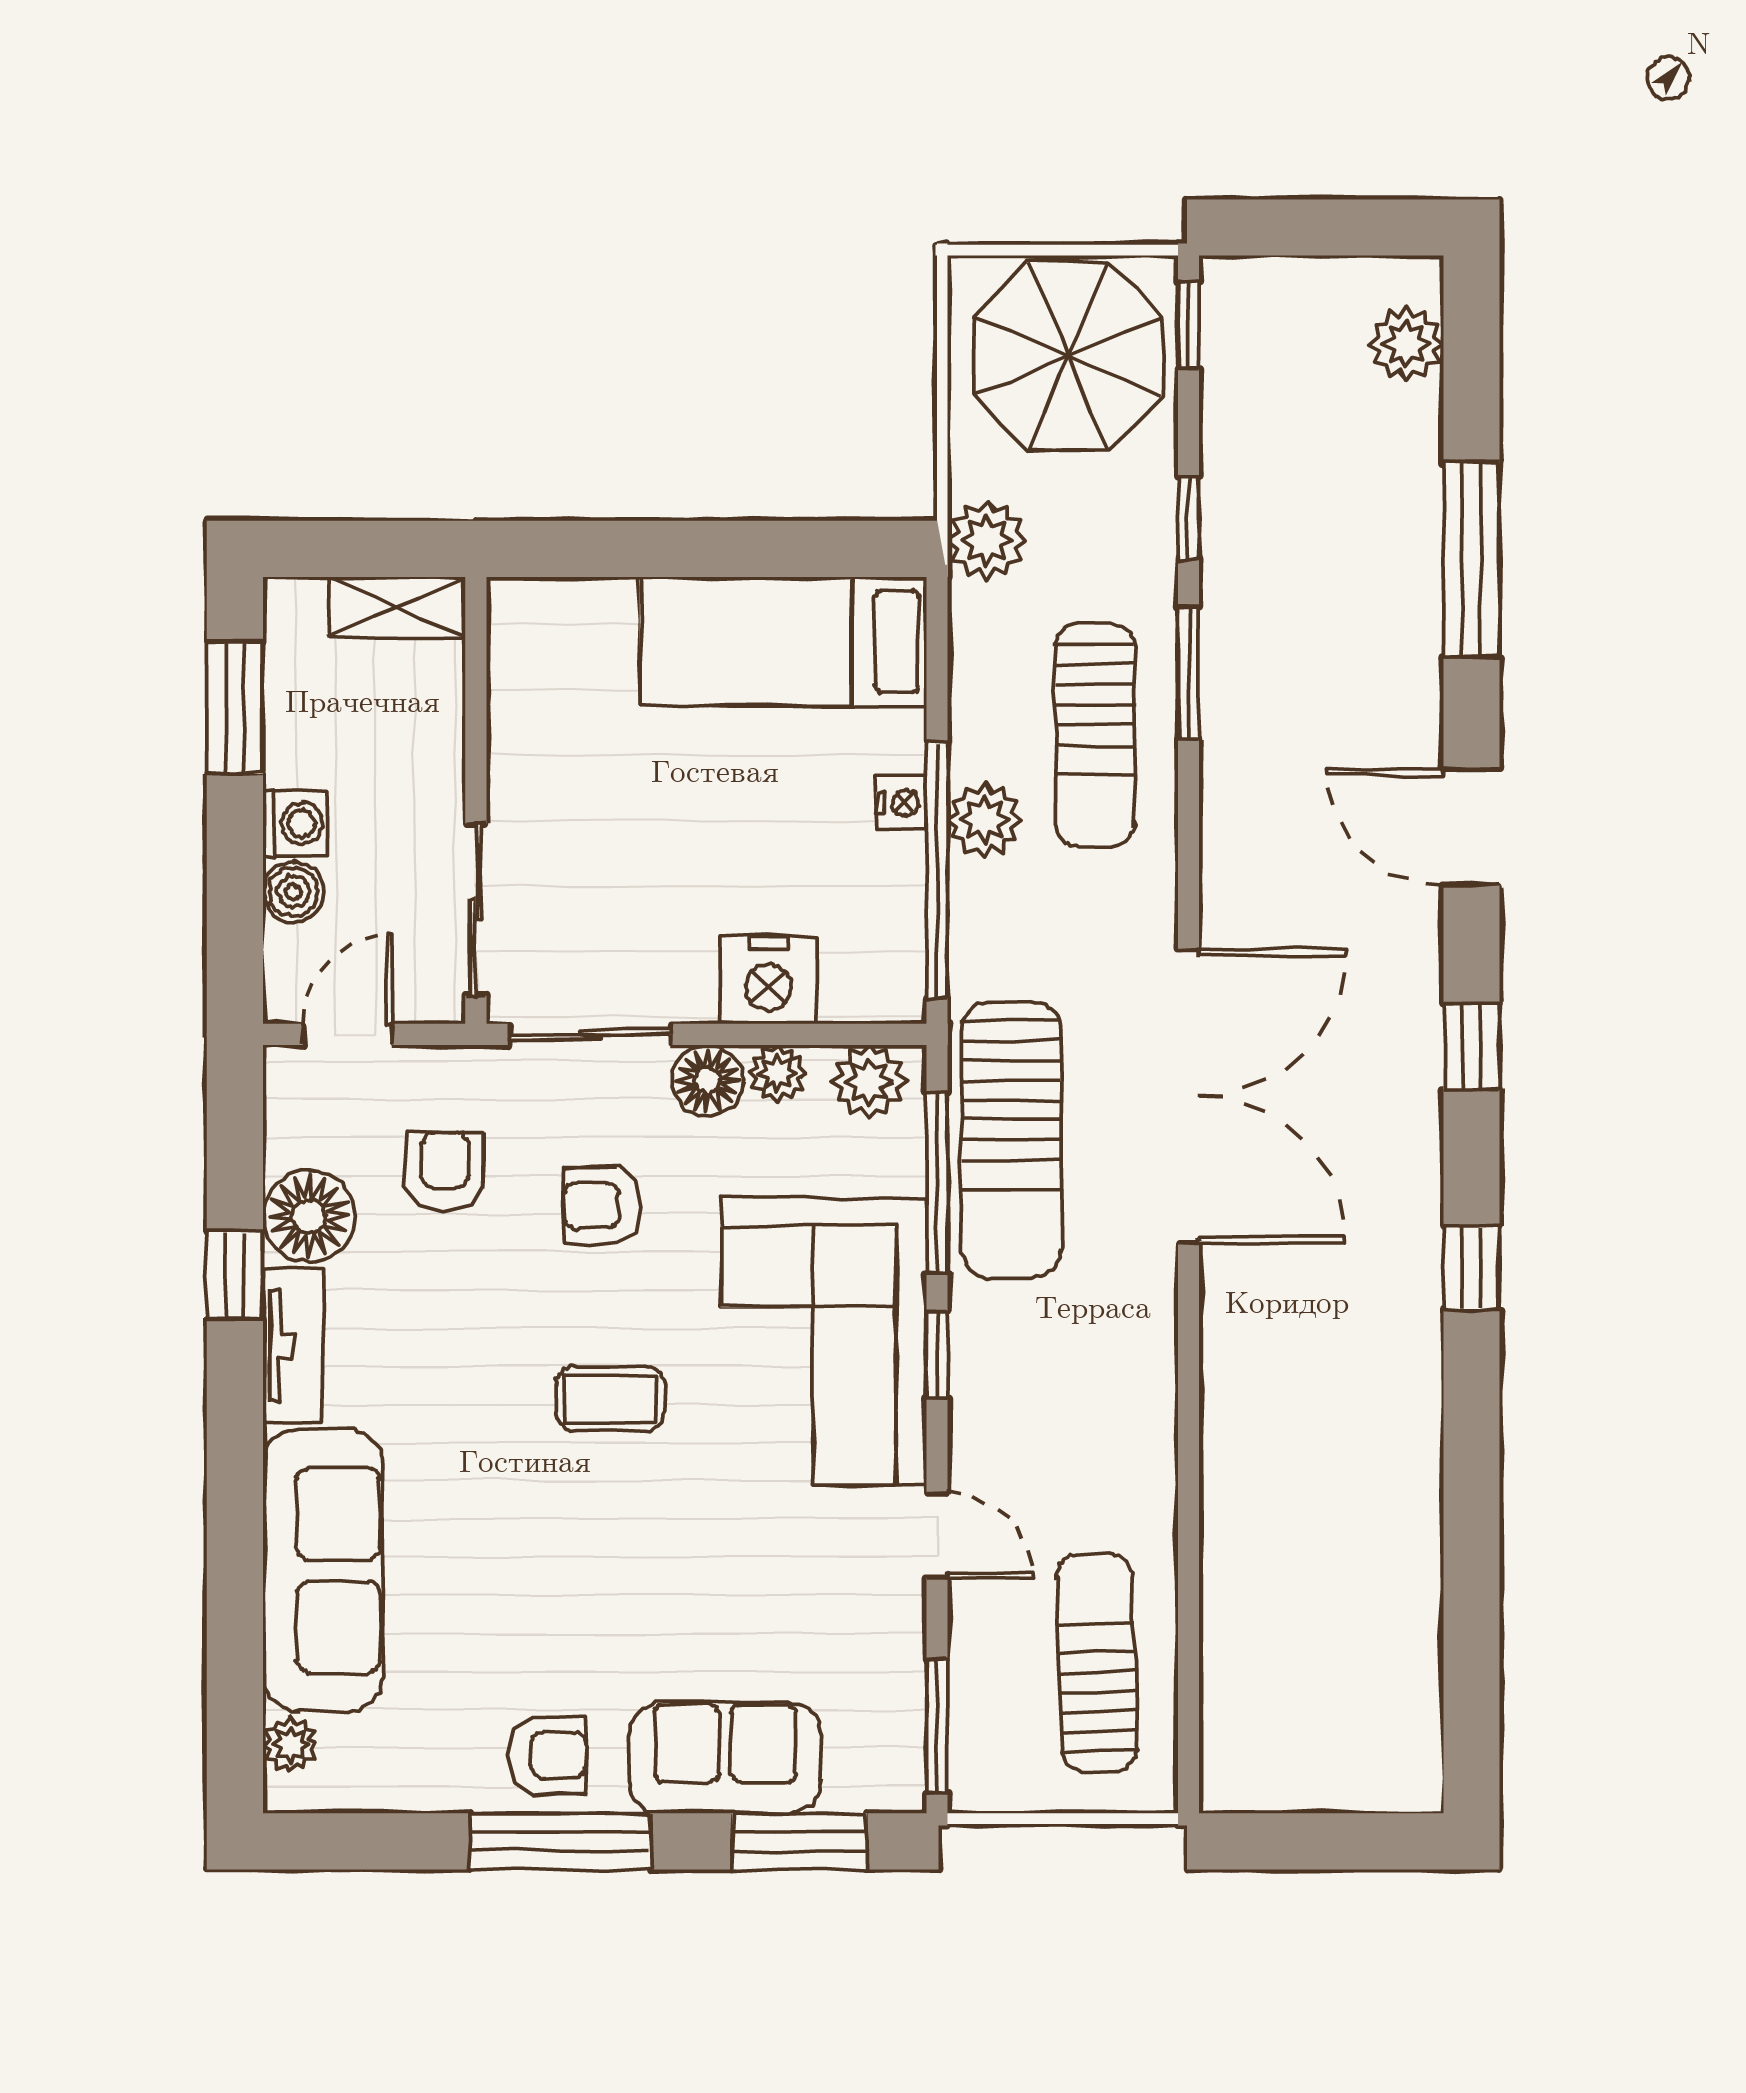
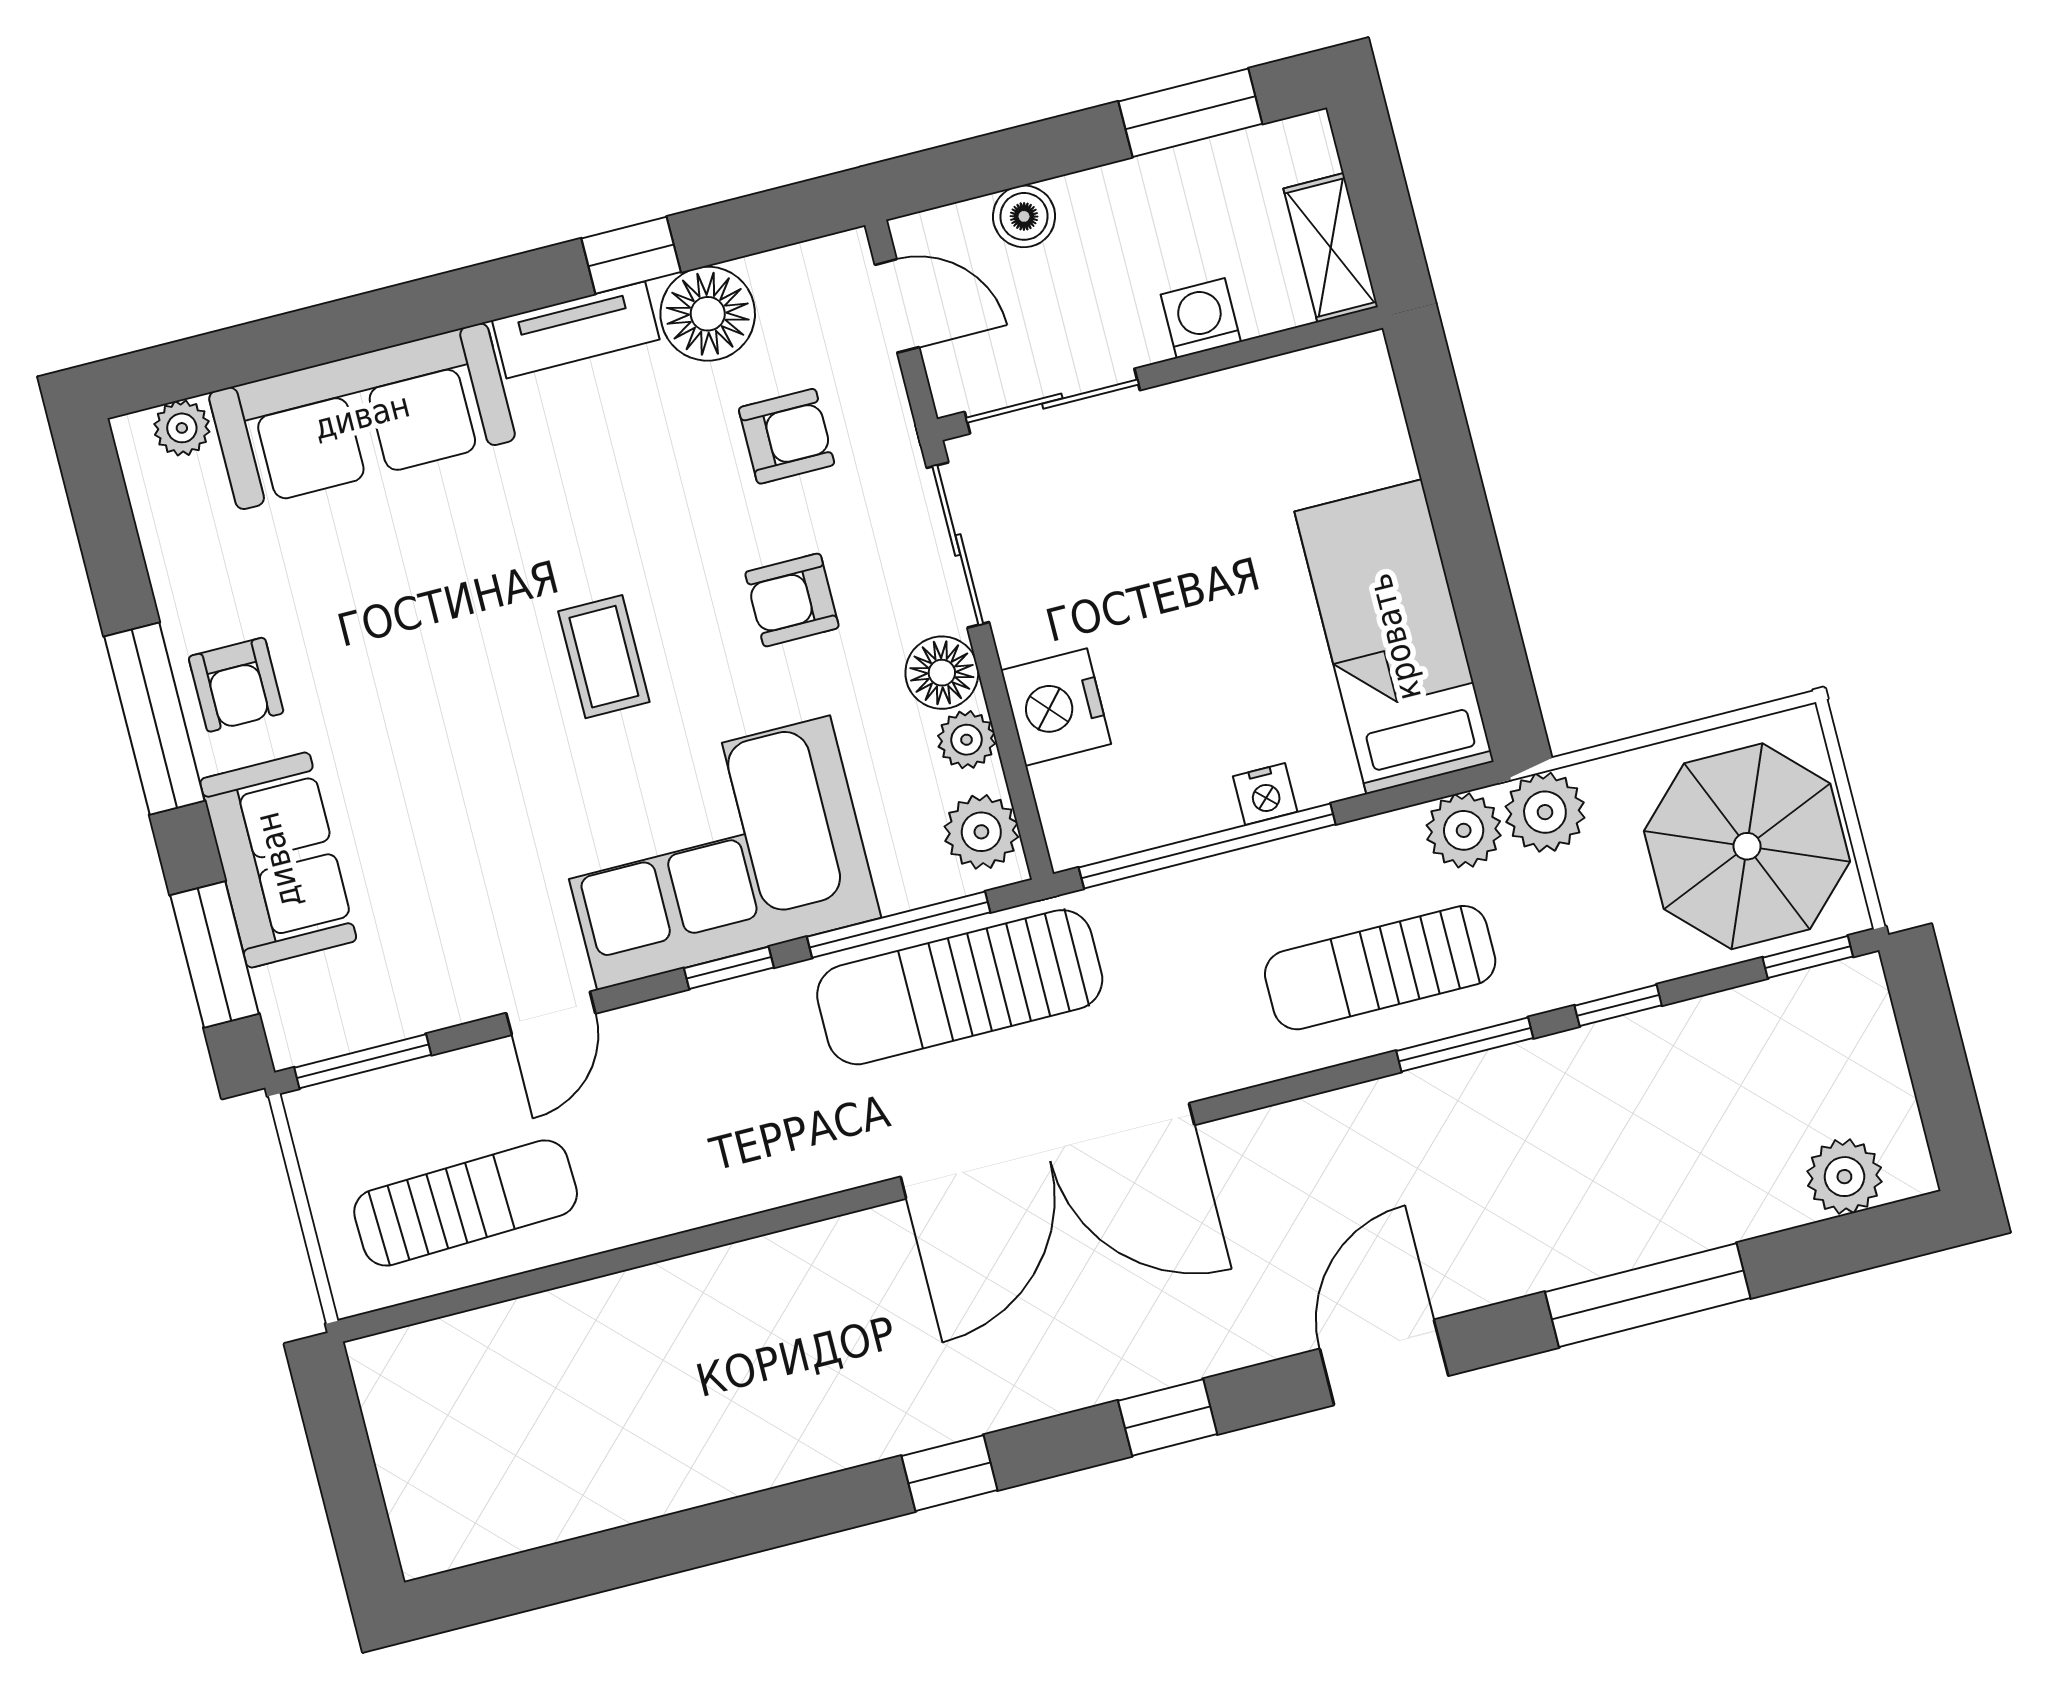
plant: (984, 820) -> (1464, 830), moved
washing machine: (295, 823) -> (1201, 318), moved, turned 180
armchair: (602, 1206) -> (792, 600), turned -90

